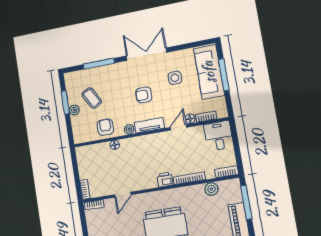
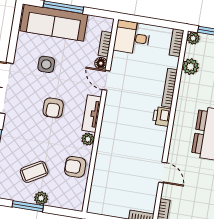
floor lamp: (115, 145) -> (100, 163), removed
plant: (235, 184) -> (193, 38), added

